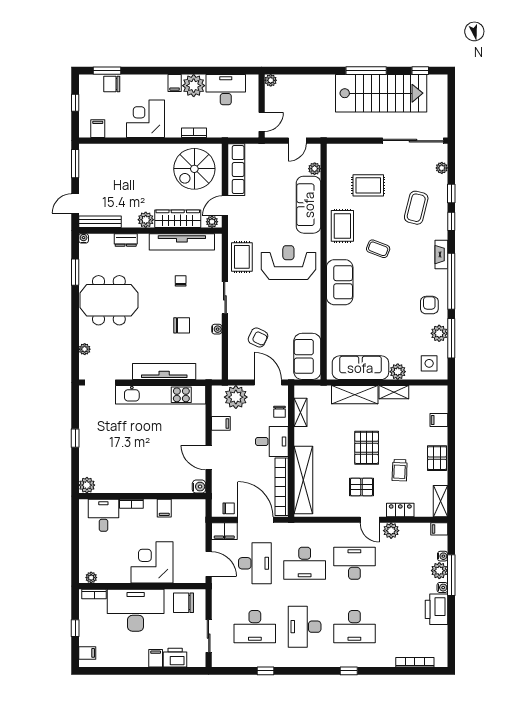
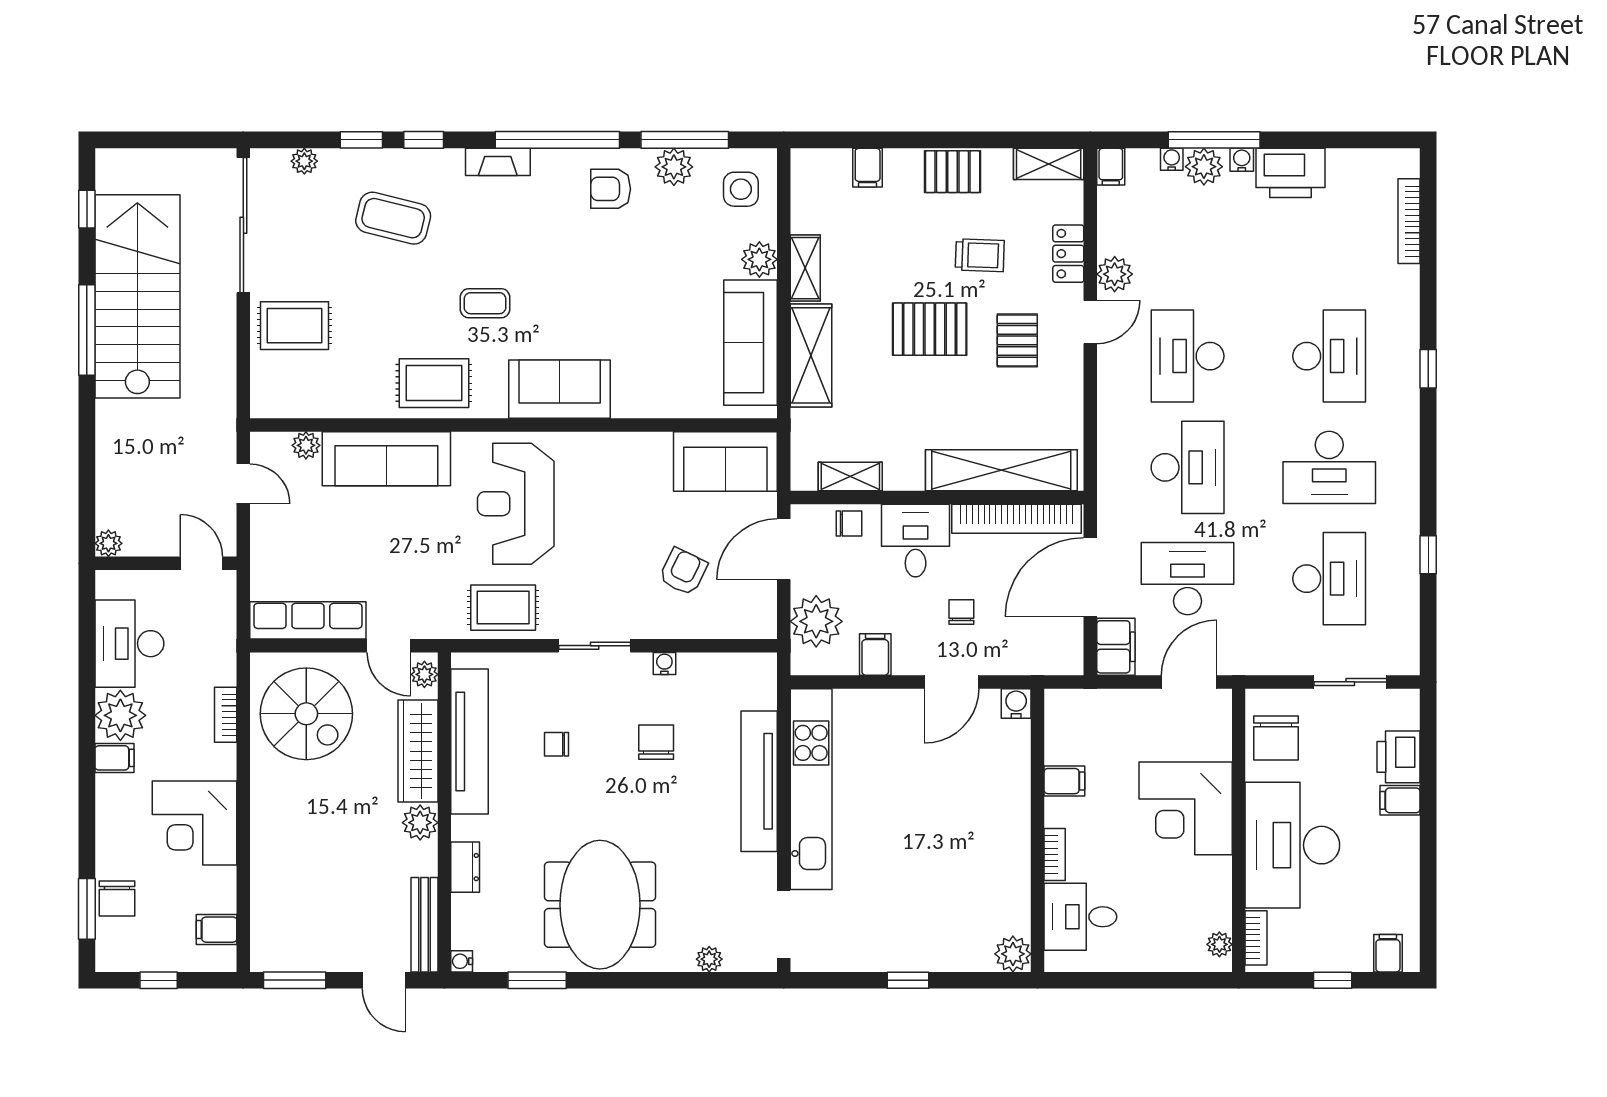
rug: (368, 185) -> (294, 326), moved, turned 90
coffee table: (378, 249) -> (485, 303), turned 69
chair: (229, 508) -> (961, 612), moved

